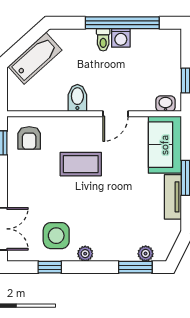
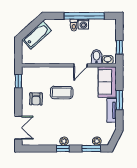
bidet: (77, 98) -> (96, 57), moved
armchair: (29, 138) -> (36, 99), moved
side table: (56, 236) -> (48, 131), removed
window: (50, 267) -> (63, 148), moved

